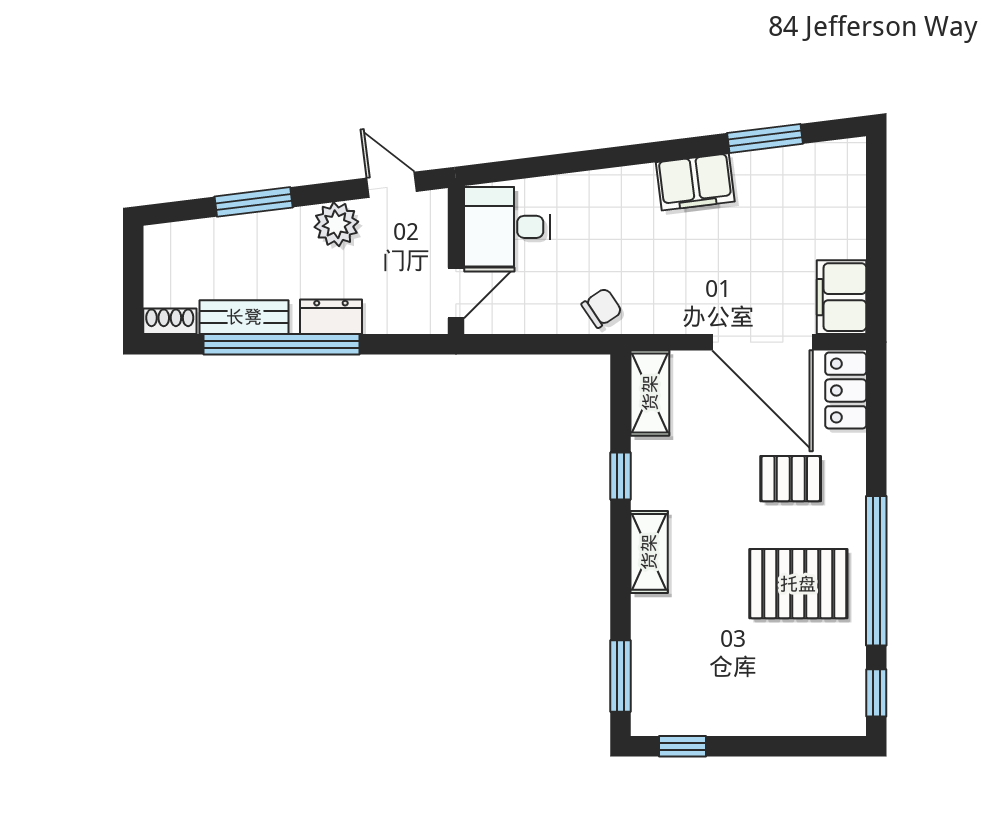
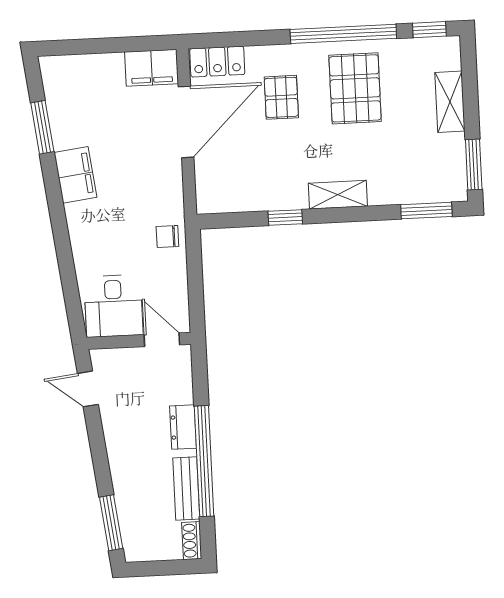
door: (392, 185) -> (88, 389), hinge flipped
window: (254, 202) -> (111, 523), moved
plant: (336, 224) -> (118, 426), removed
chair: (602, 308) -> (167, 236), turned -56
shelving: (650, 393) -> (450, 102), moved, turned 90
window: (682, 746) -> (474, 164), width x1.50

